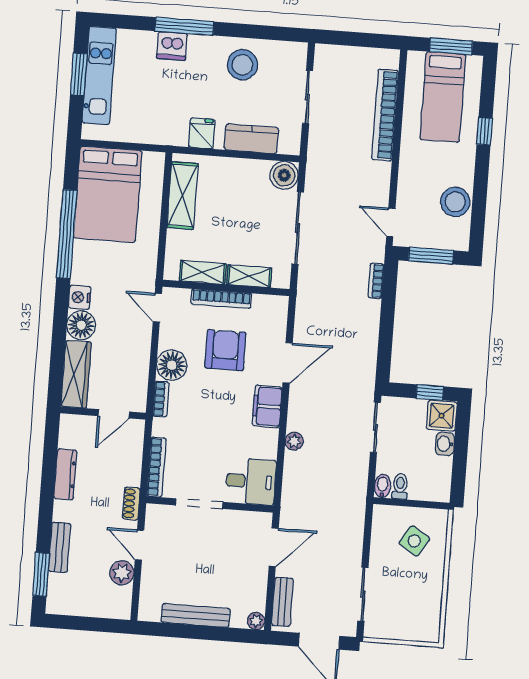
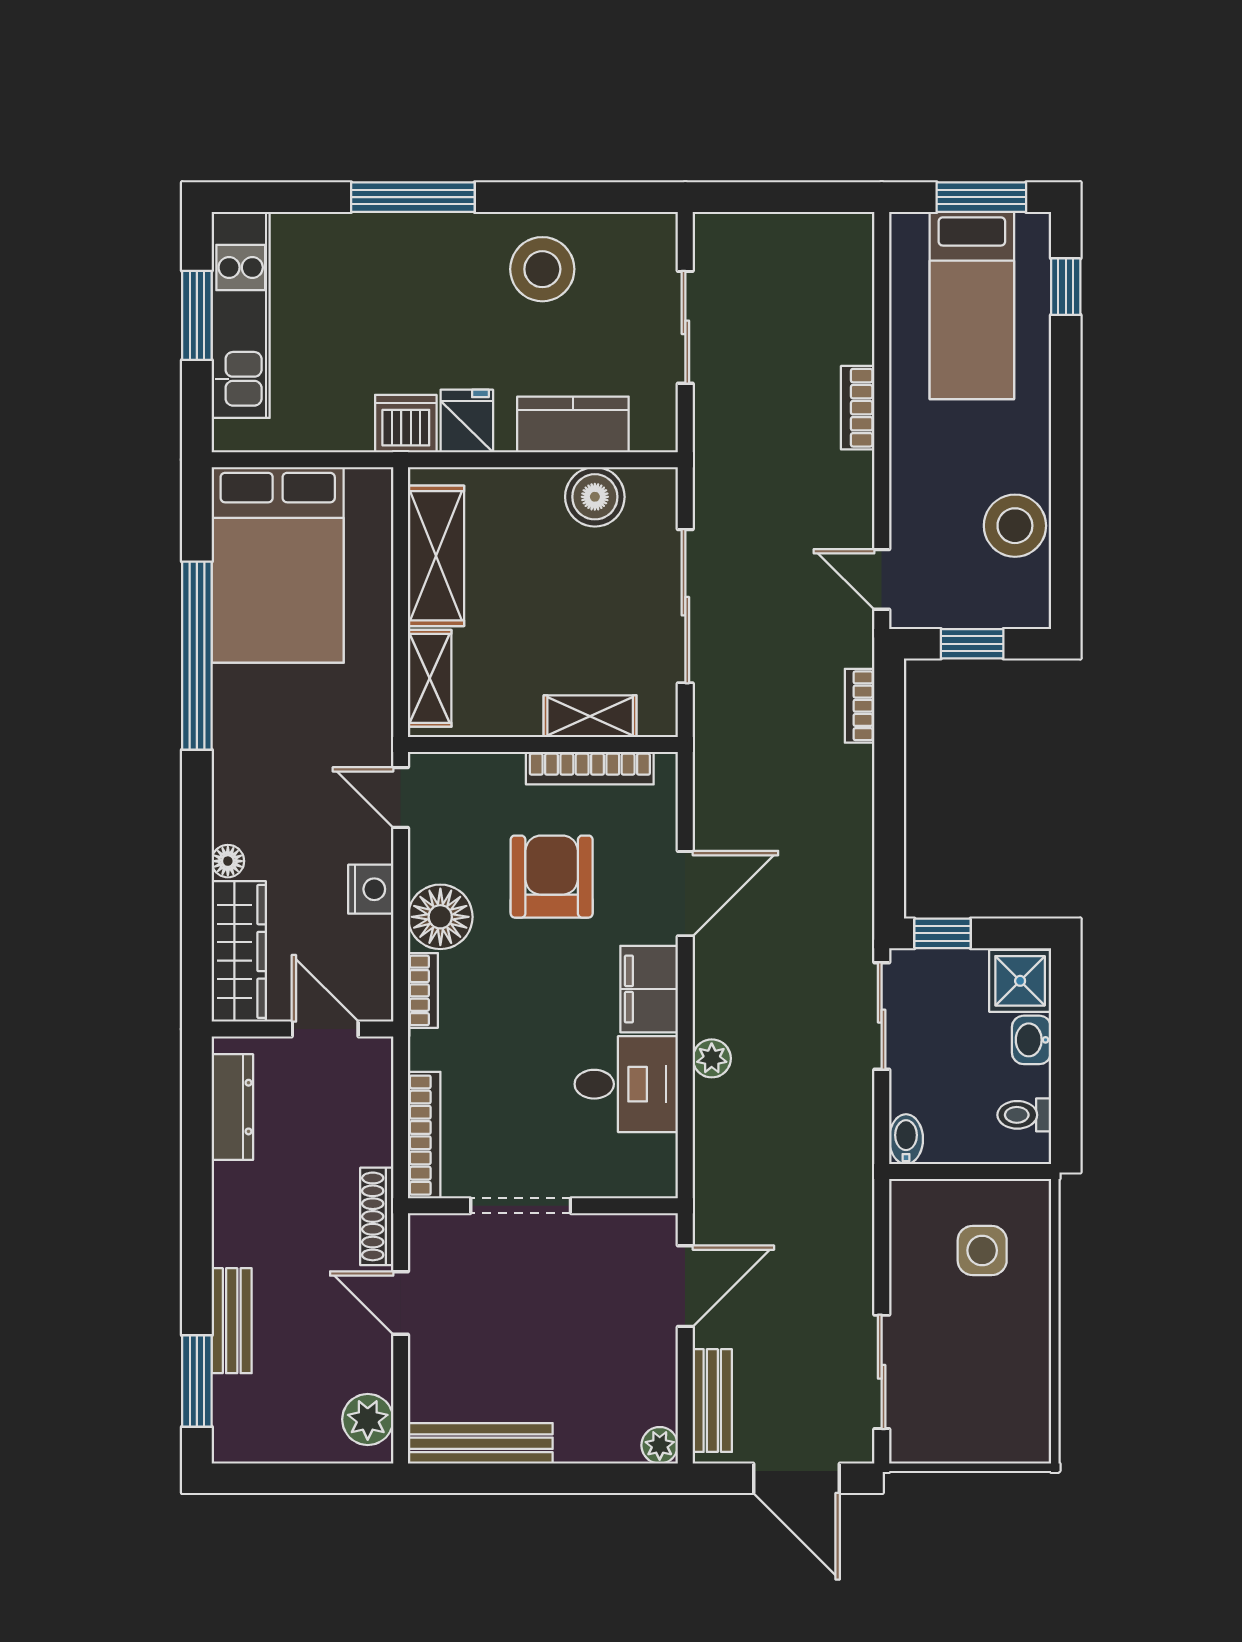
dishwasher: (172, 46) -> (406, 424), moved, turned 180
bookcase: (385, 115) -> (858, 408), width x0.43, depth x0.76
window: (485, 131) -> (1066, 287), moved
boiler: (284, 175) -> (595, 497), moved
window: (431, 256) -> (972, 644), width x0.67
shelving: (203, 272) -> (430, 678), moved, turned 90
nightstand: (80, 297) -> (371, 889), moved, turned 180
bookcase: (221, 299) -> (590, 768), moved
floor lamp: (81, 325) -> (228, 861), width x0.53, depth x0.53
window: (430, 392) -> (943, 933), moved
door: (114, 414) -> (325, 1029), swing flipped
dresser: (65, 474) -> (232, 1107), moved
desk: (251, 481) -> (626, 1084), moved
toilet: (400, 486) -> (1024, 1115), moved, turned -90
shoe rack: (131, 504) -> (377, 1216), width x1.43
side table: (414, 541) -> (982, 1250), turned -32
plant: (122, 573) -> (368, 1419), moved
bench: (196, 615) -> (480, 1443), moved

